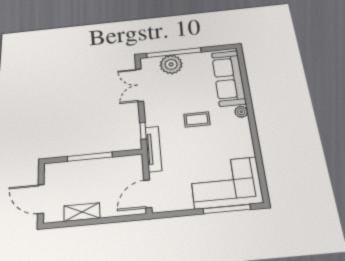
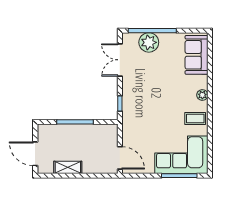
sofa: (229, 78) -> (197, 55), width x0.73
coffee table: (197, 119) -> (195, 119), moved
tv unit: (153, 149) -> (127, 120), removed
door: (148, 194) -> (120, 158), swing flipped

